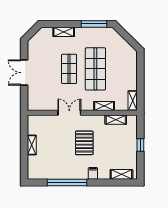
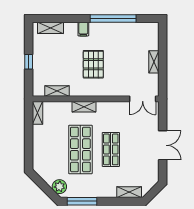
shelving: (64, 32) -> (129, 192), moved
plant: (114, 37) -> (59, 187), added
shelving: (104, 106) -> (84, 107), moved
double door: (69, 113) -> (143, 99), moved

